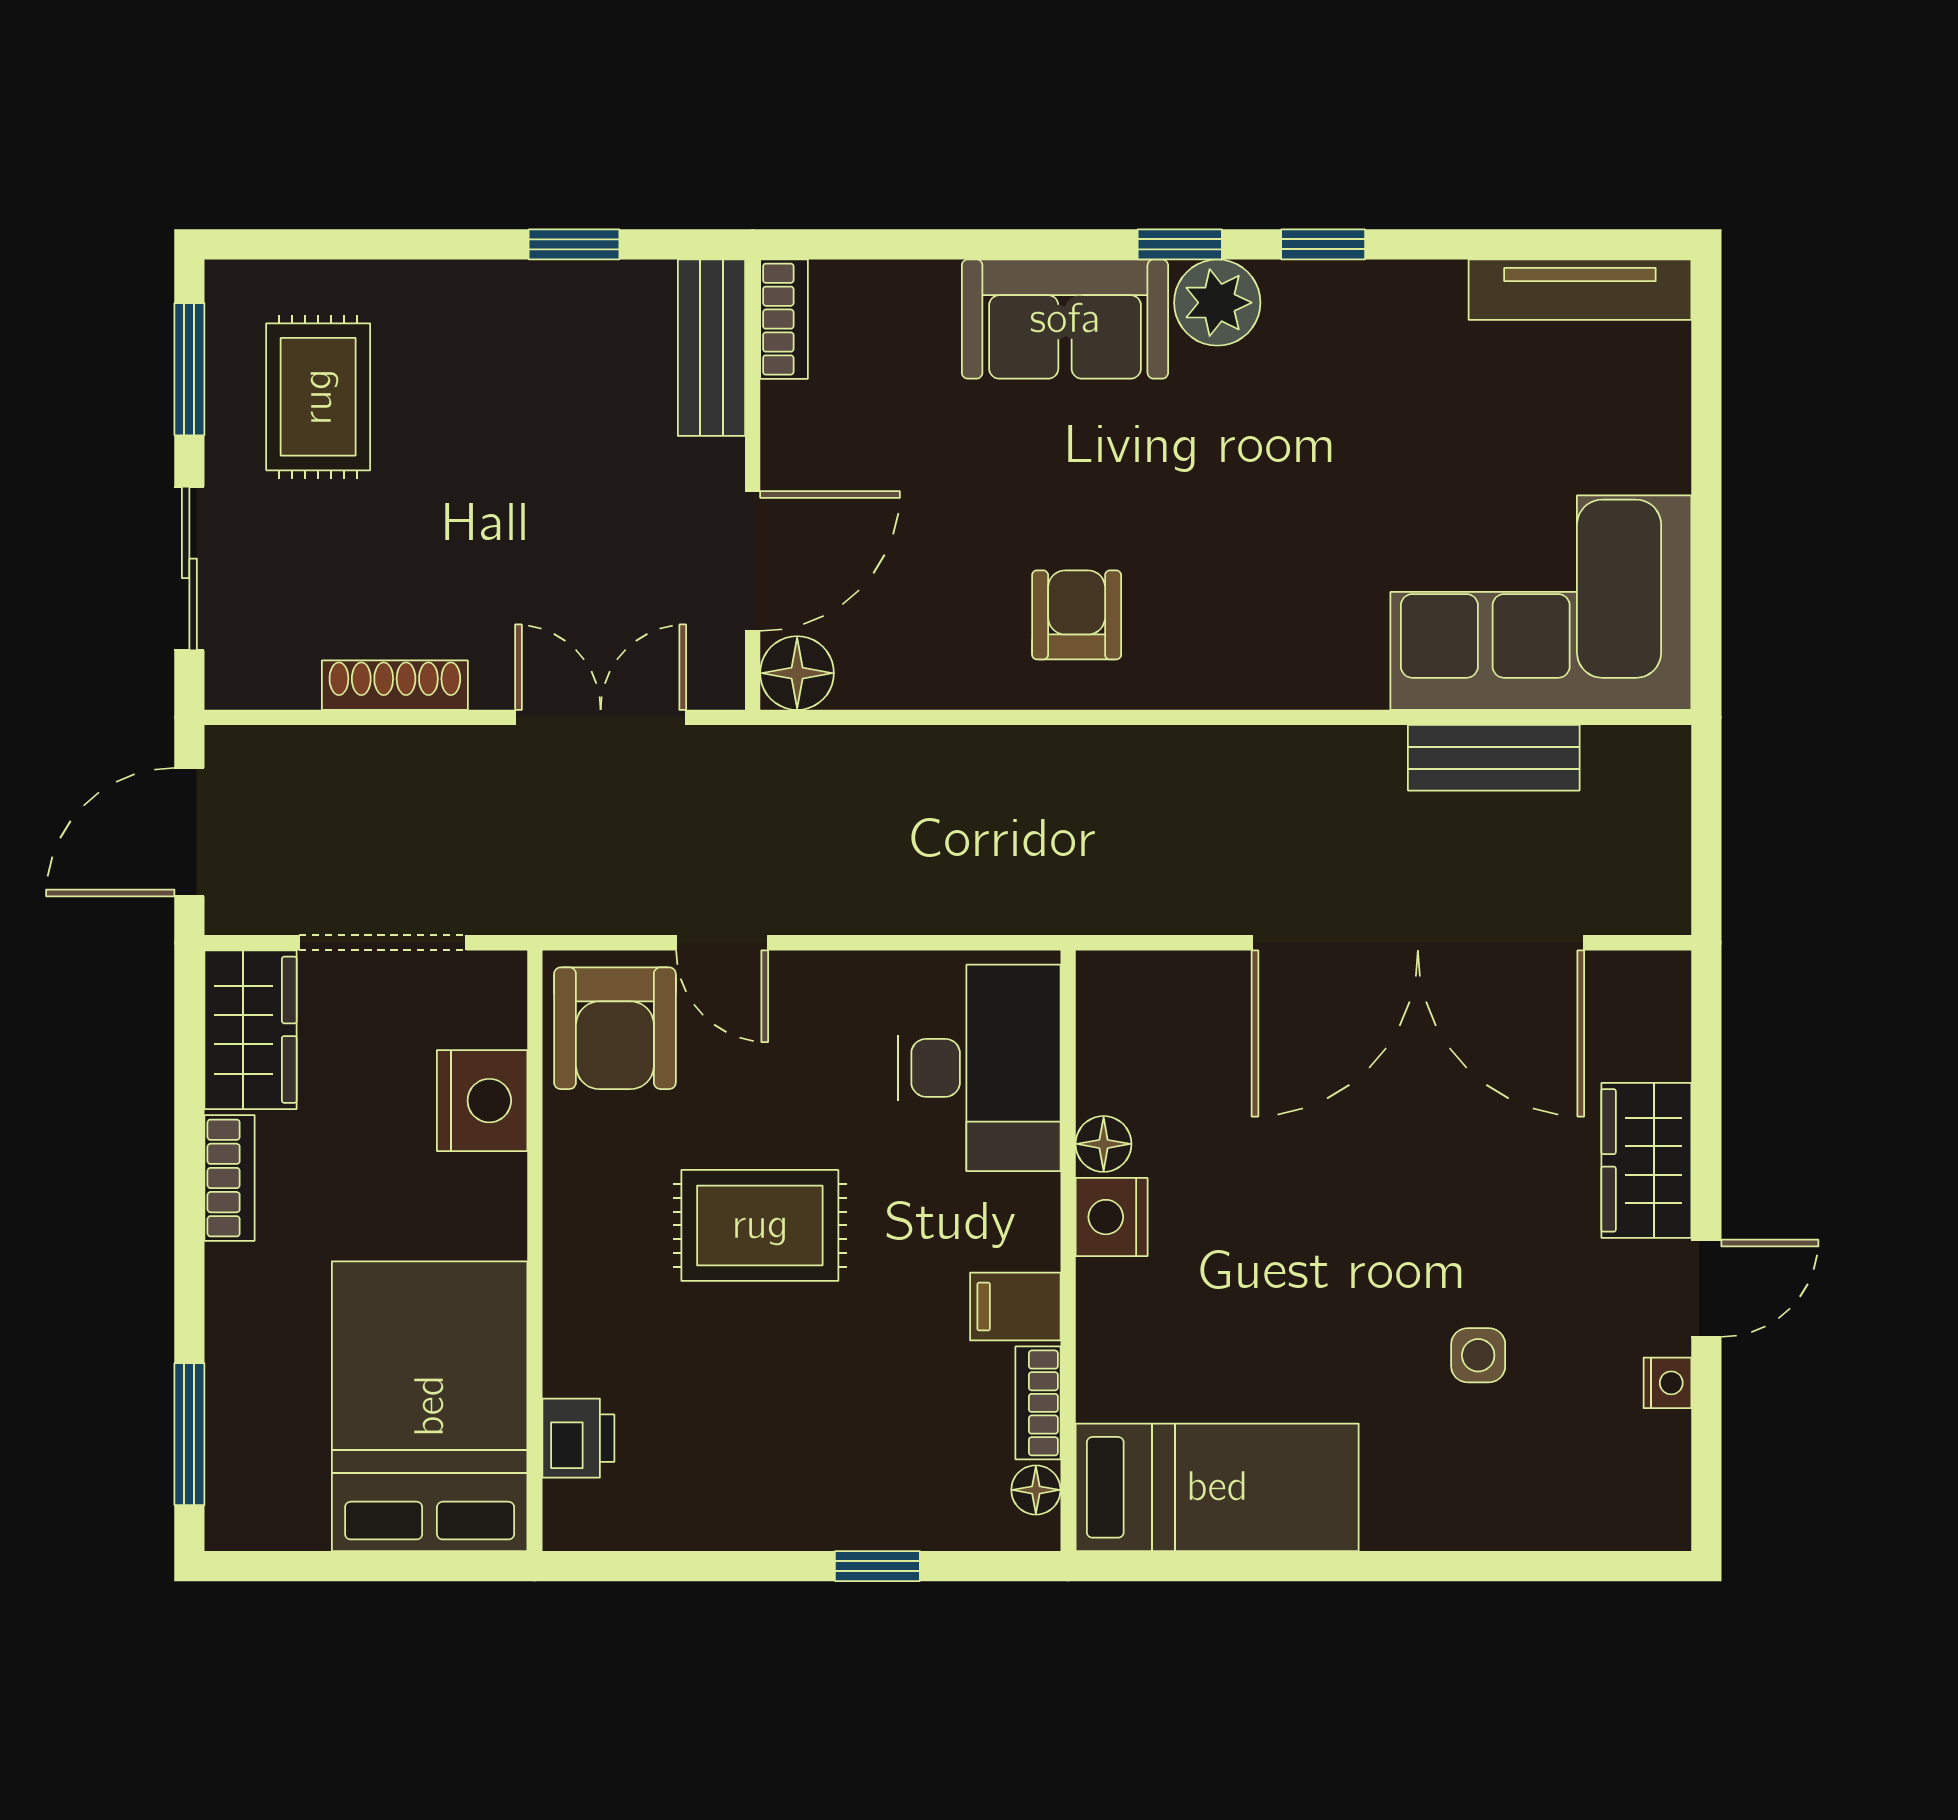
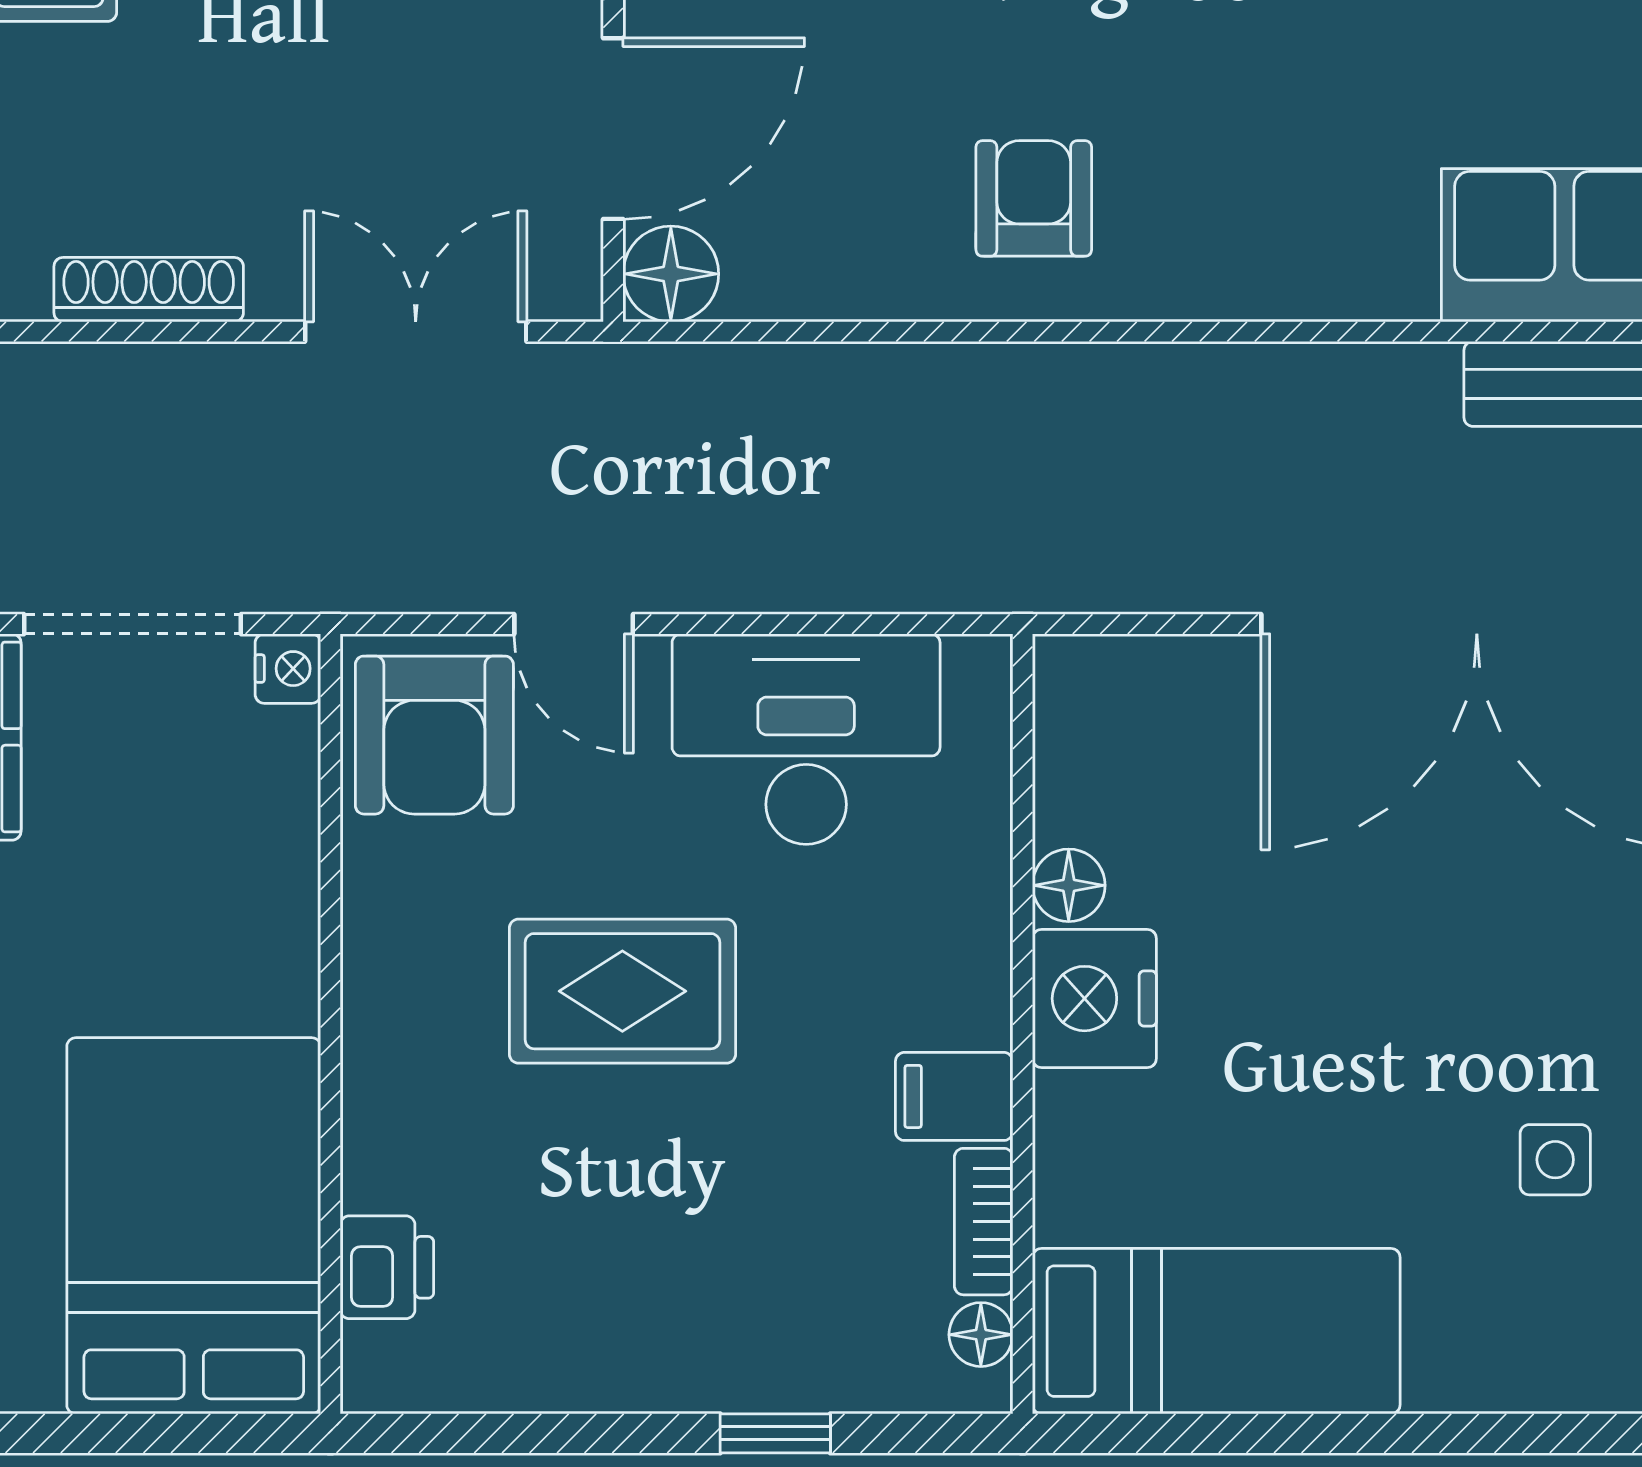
desk: (979, 1068) -> (806, 739), moved, turned -90
nightstand: (482, 1101) -> (288, 669), moved, width x0.53, depth x0.56
nightstand: (1112, 1217) -> (1094, 999), width x1.36, depth x1.33

